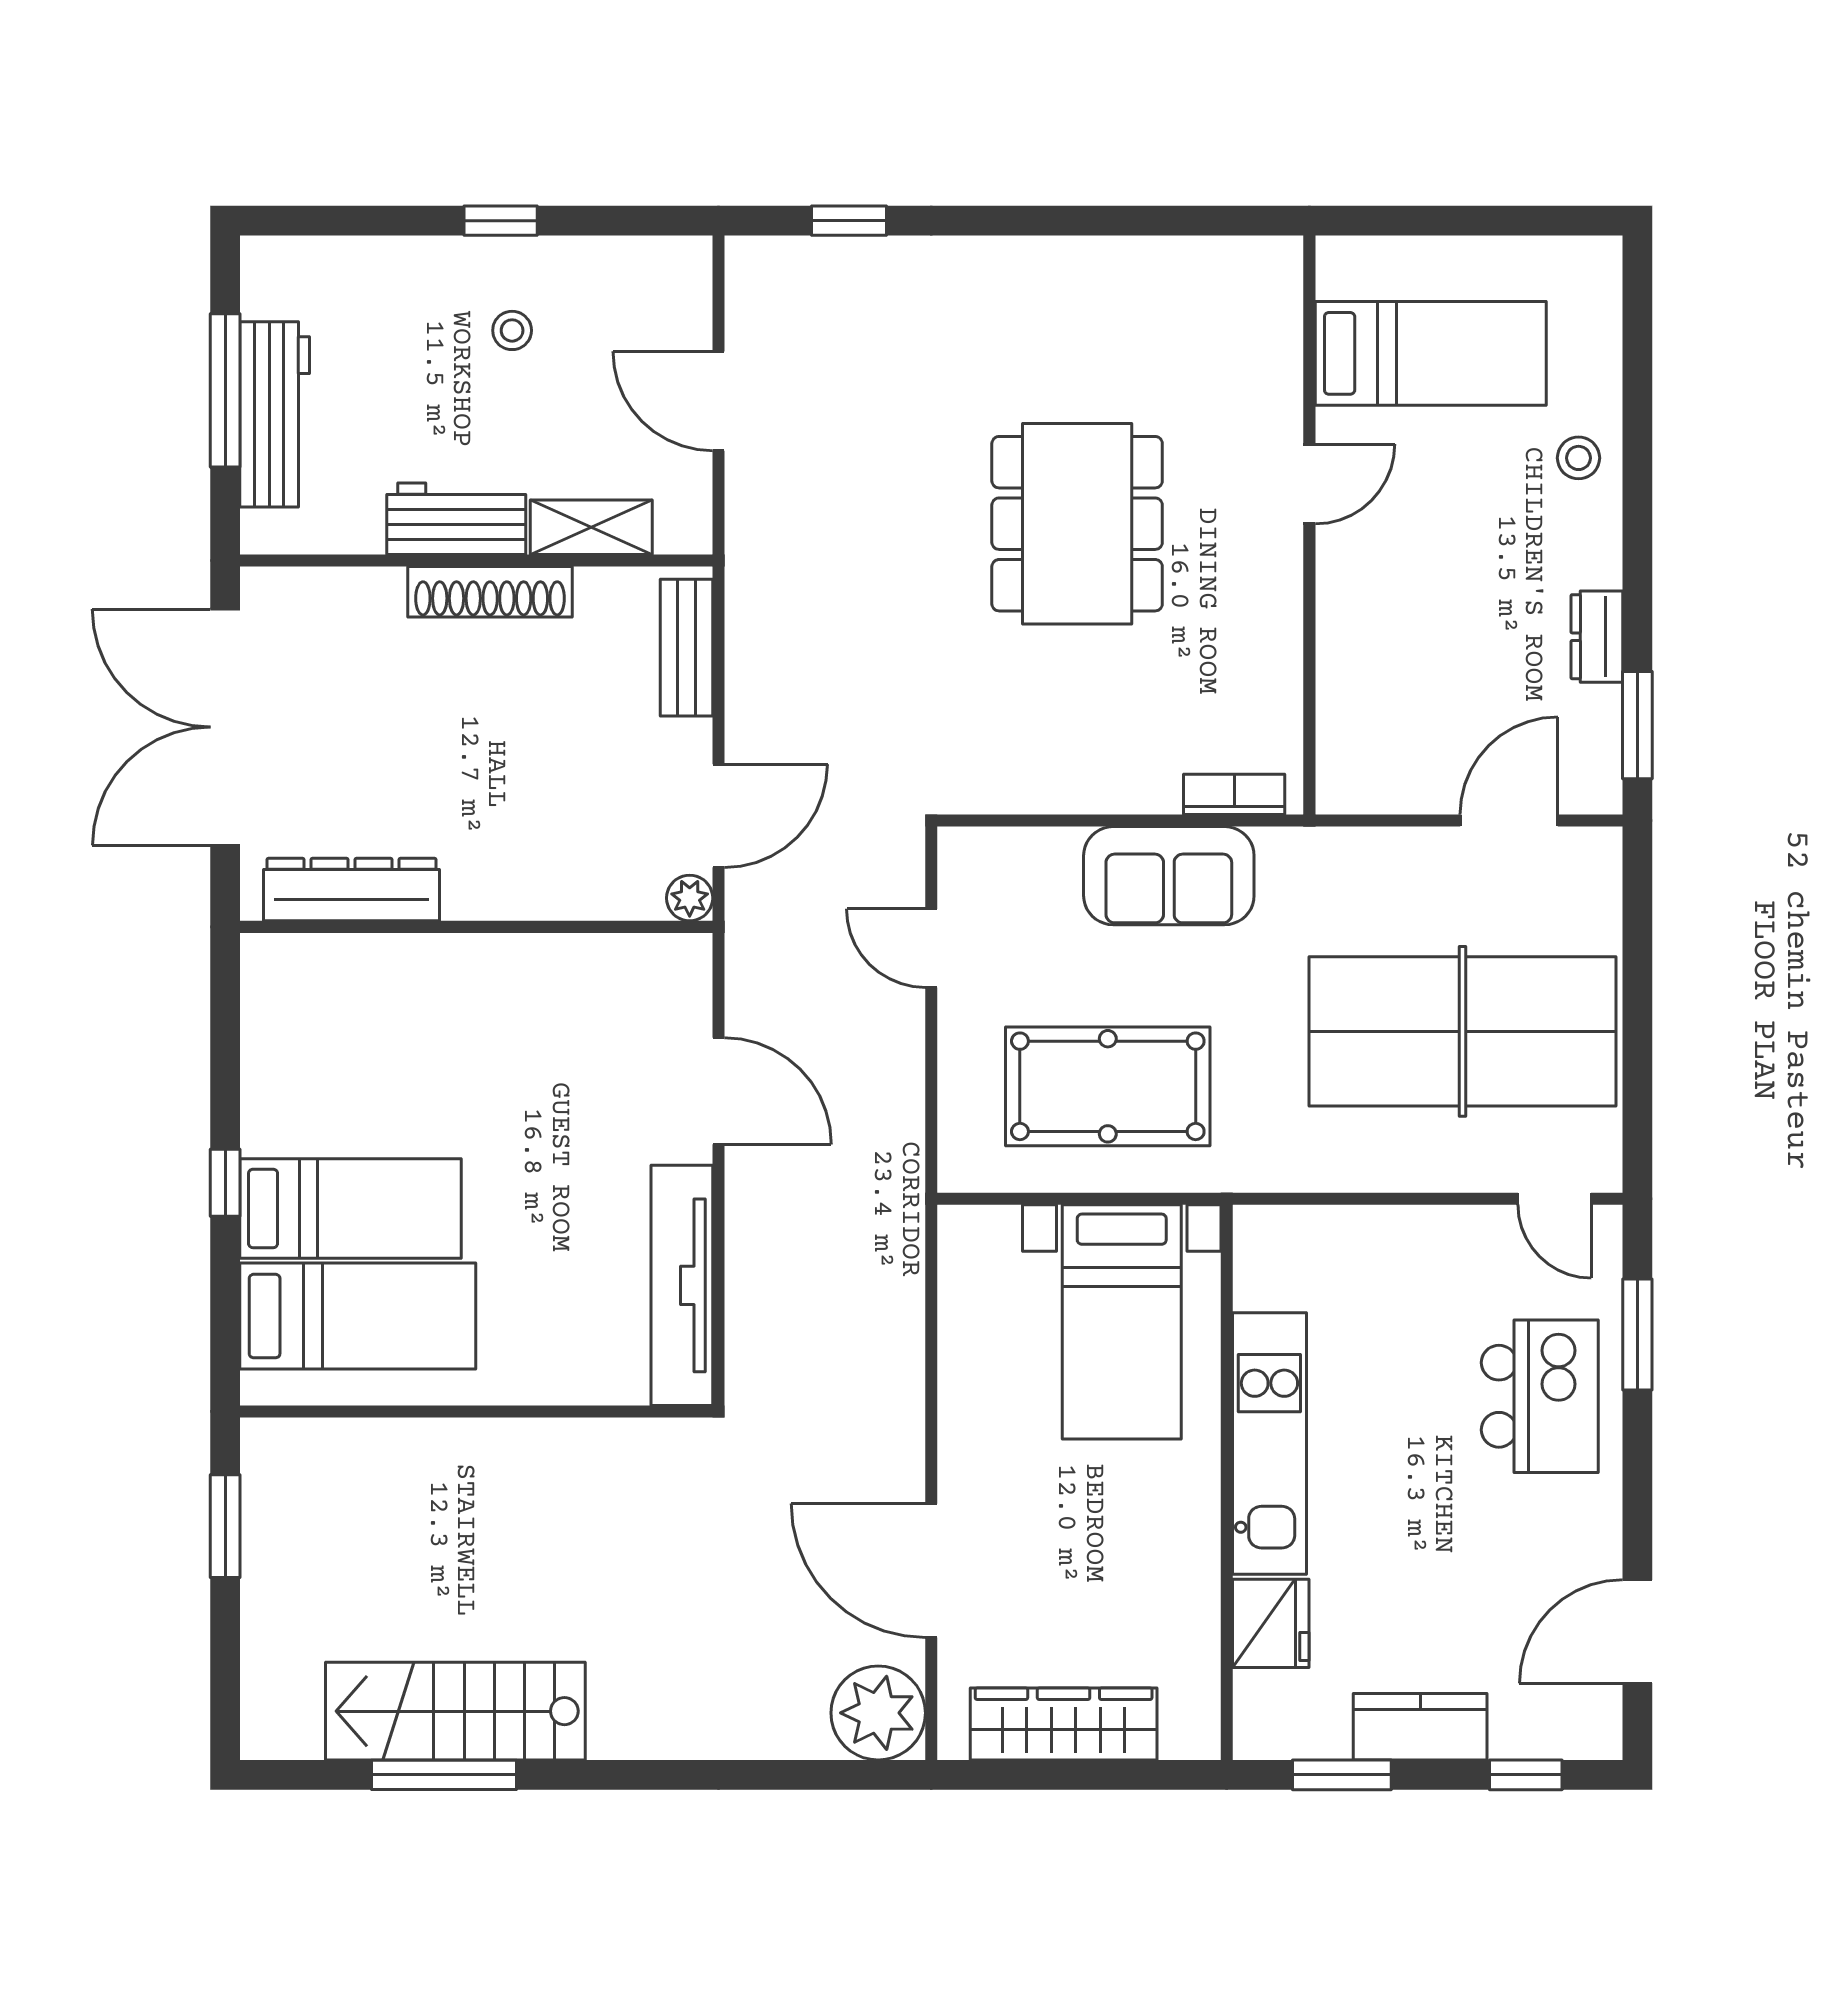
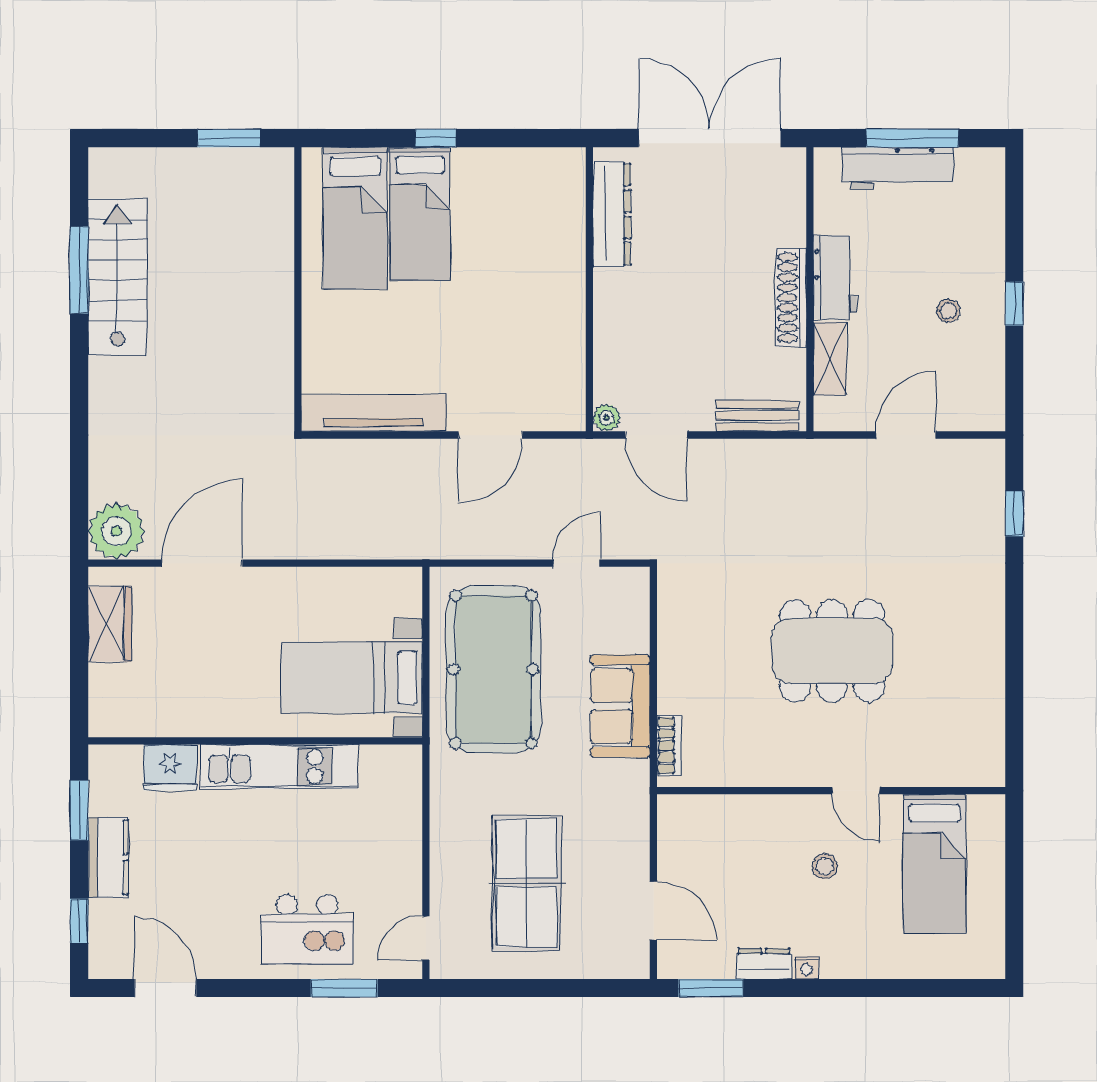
stool: (1578, 458) -> (825, 866), moved
nightstand: (1604, 566) -> (806, 968), added
table tennis table: (1463, 1031) -> (526, 883), width x0.73, depth x0.76
pool table: (1108, 1086) -> (493, 669), width x1.36, depth x1.32
wardrobe: (1064, 1724) -> (110, 624), width x0.67

